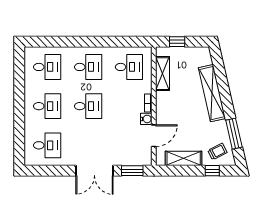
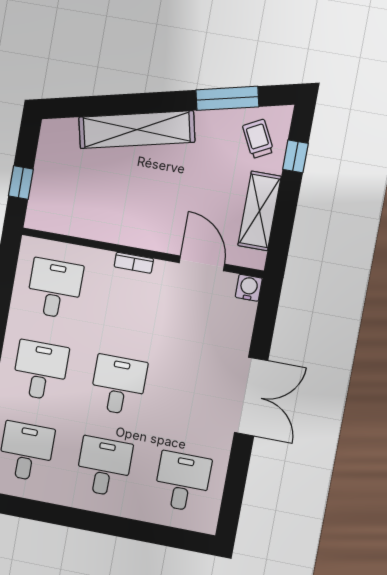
shelving: (163, 74) -> (80, 223), removed
water cooler: (146, 119) -> (249, 288), moved
window: (132, 171) -> (265, 320), removed

